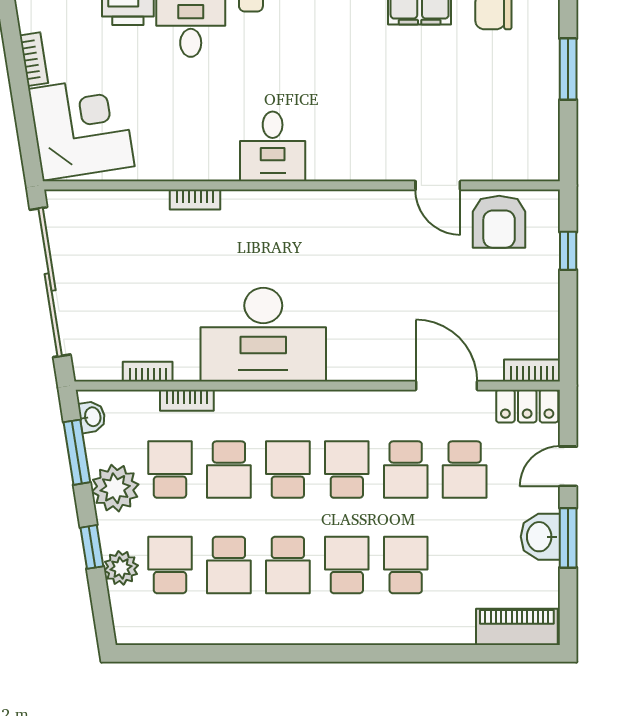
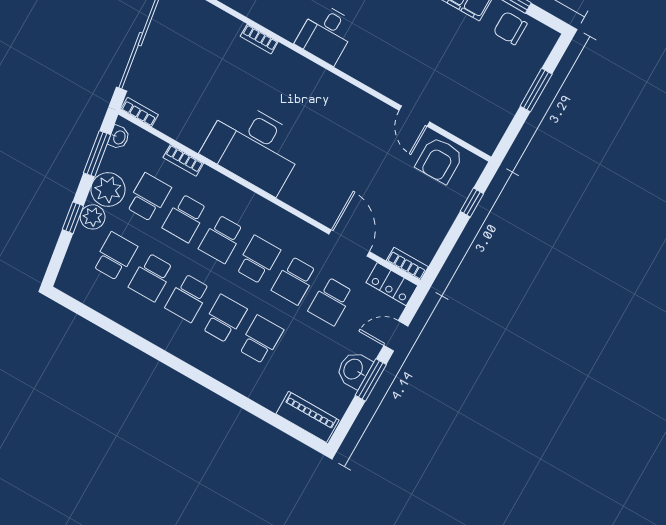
bookcase: (148, 372) -> (140, 112), moved
school desk: (288, 470) -> (221, 239), turned 180
plant: (121, 568) -> (93, 217), moved

